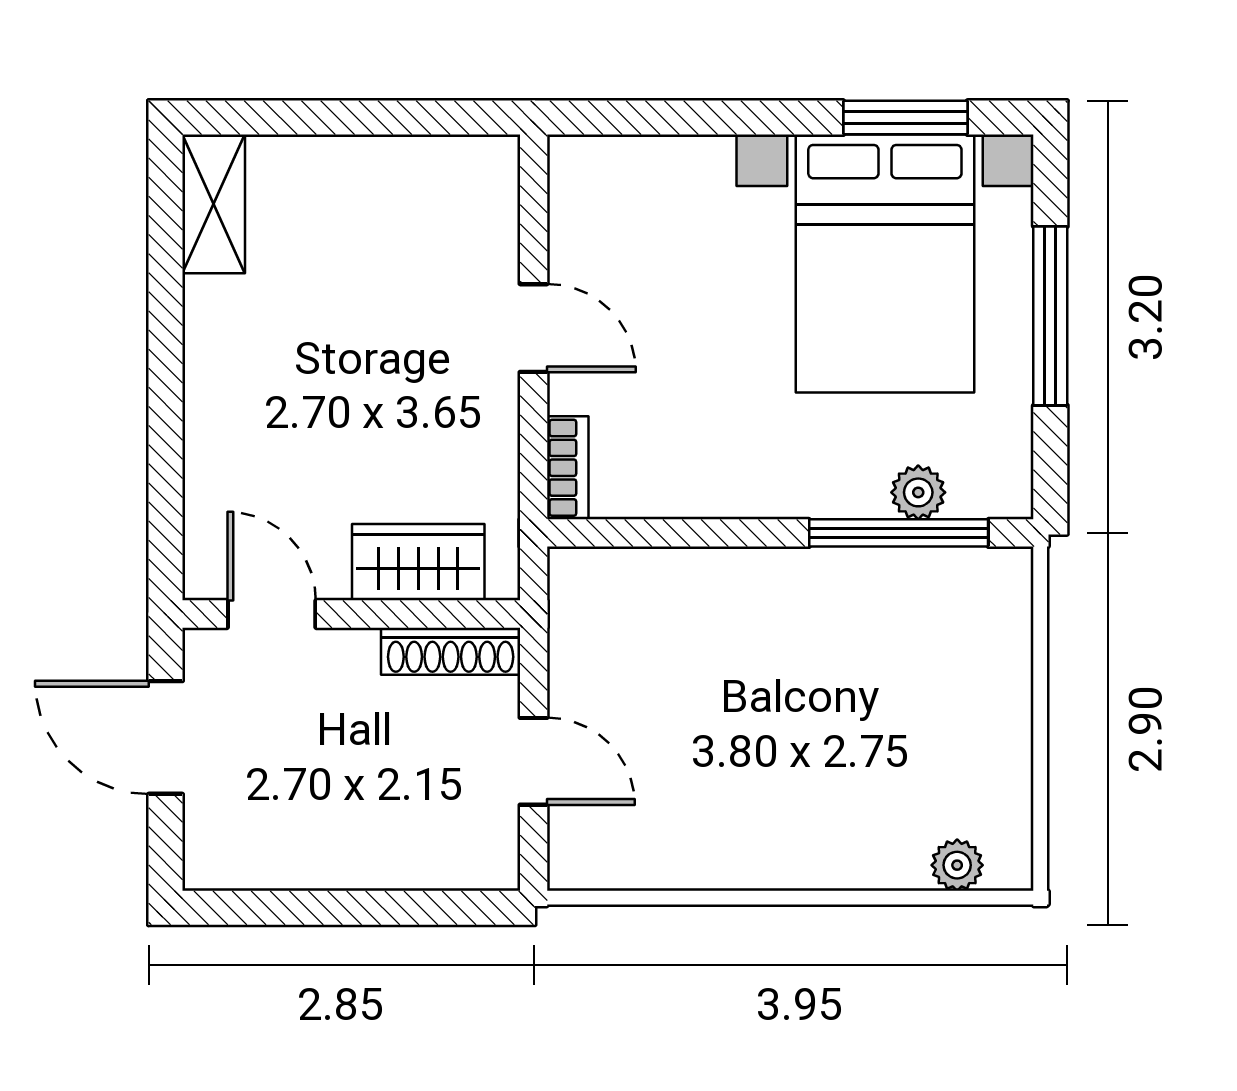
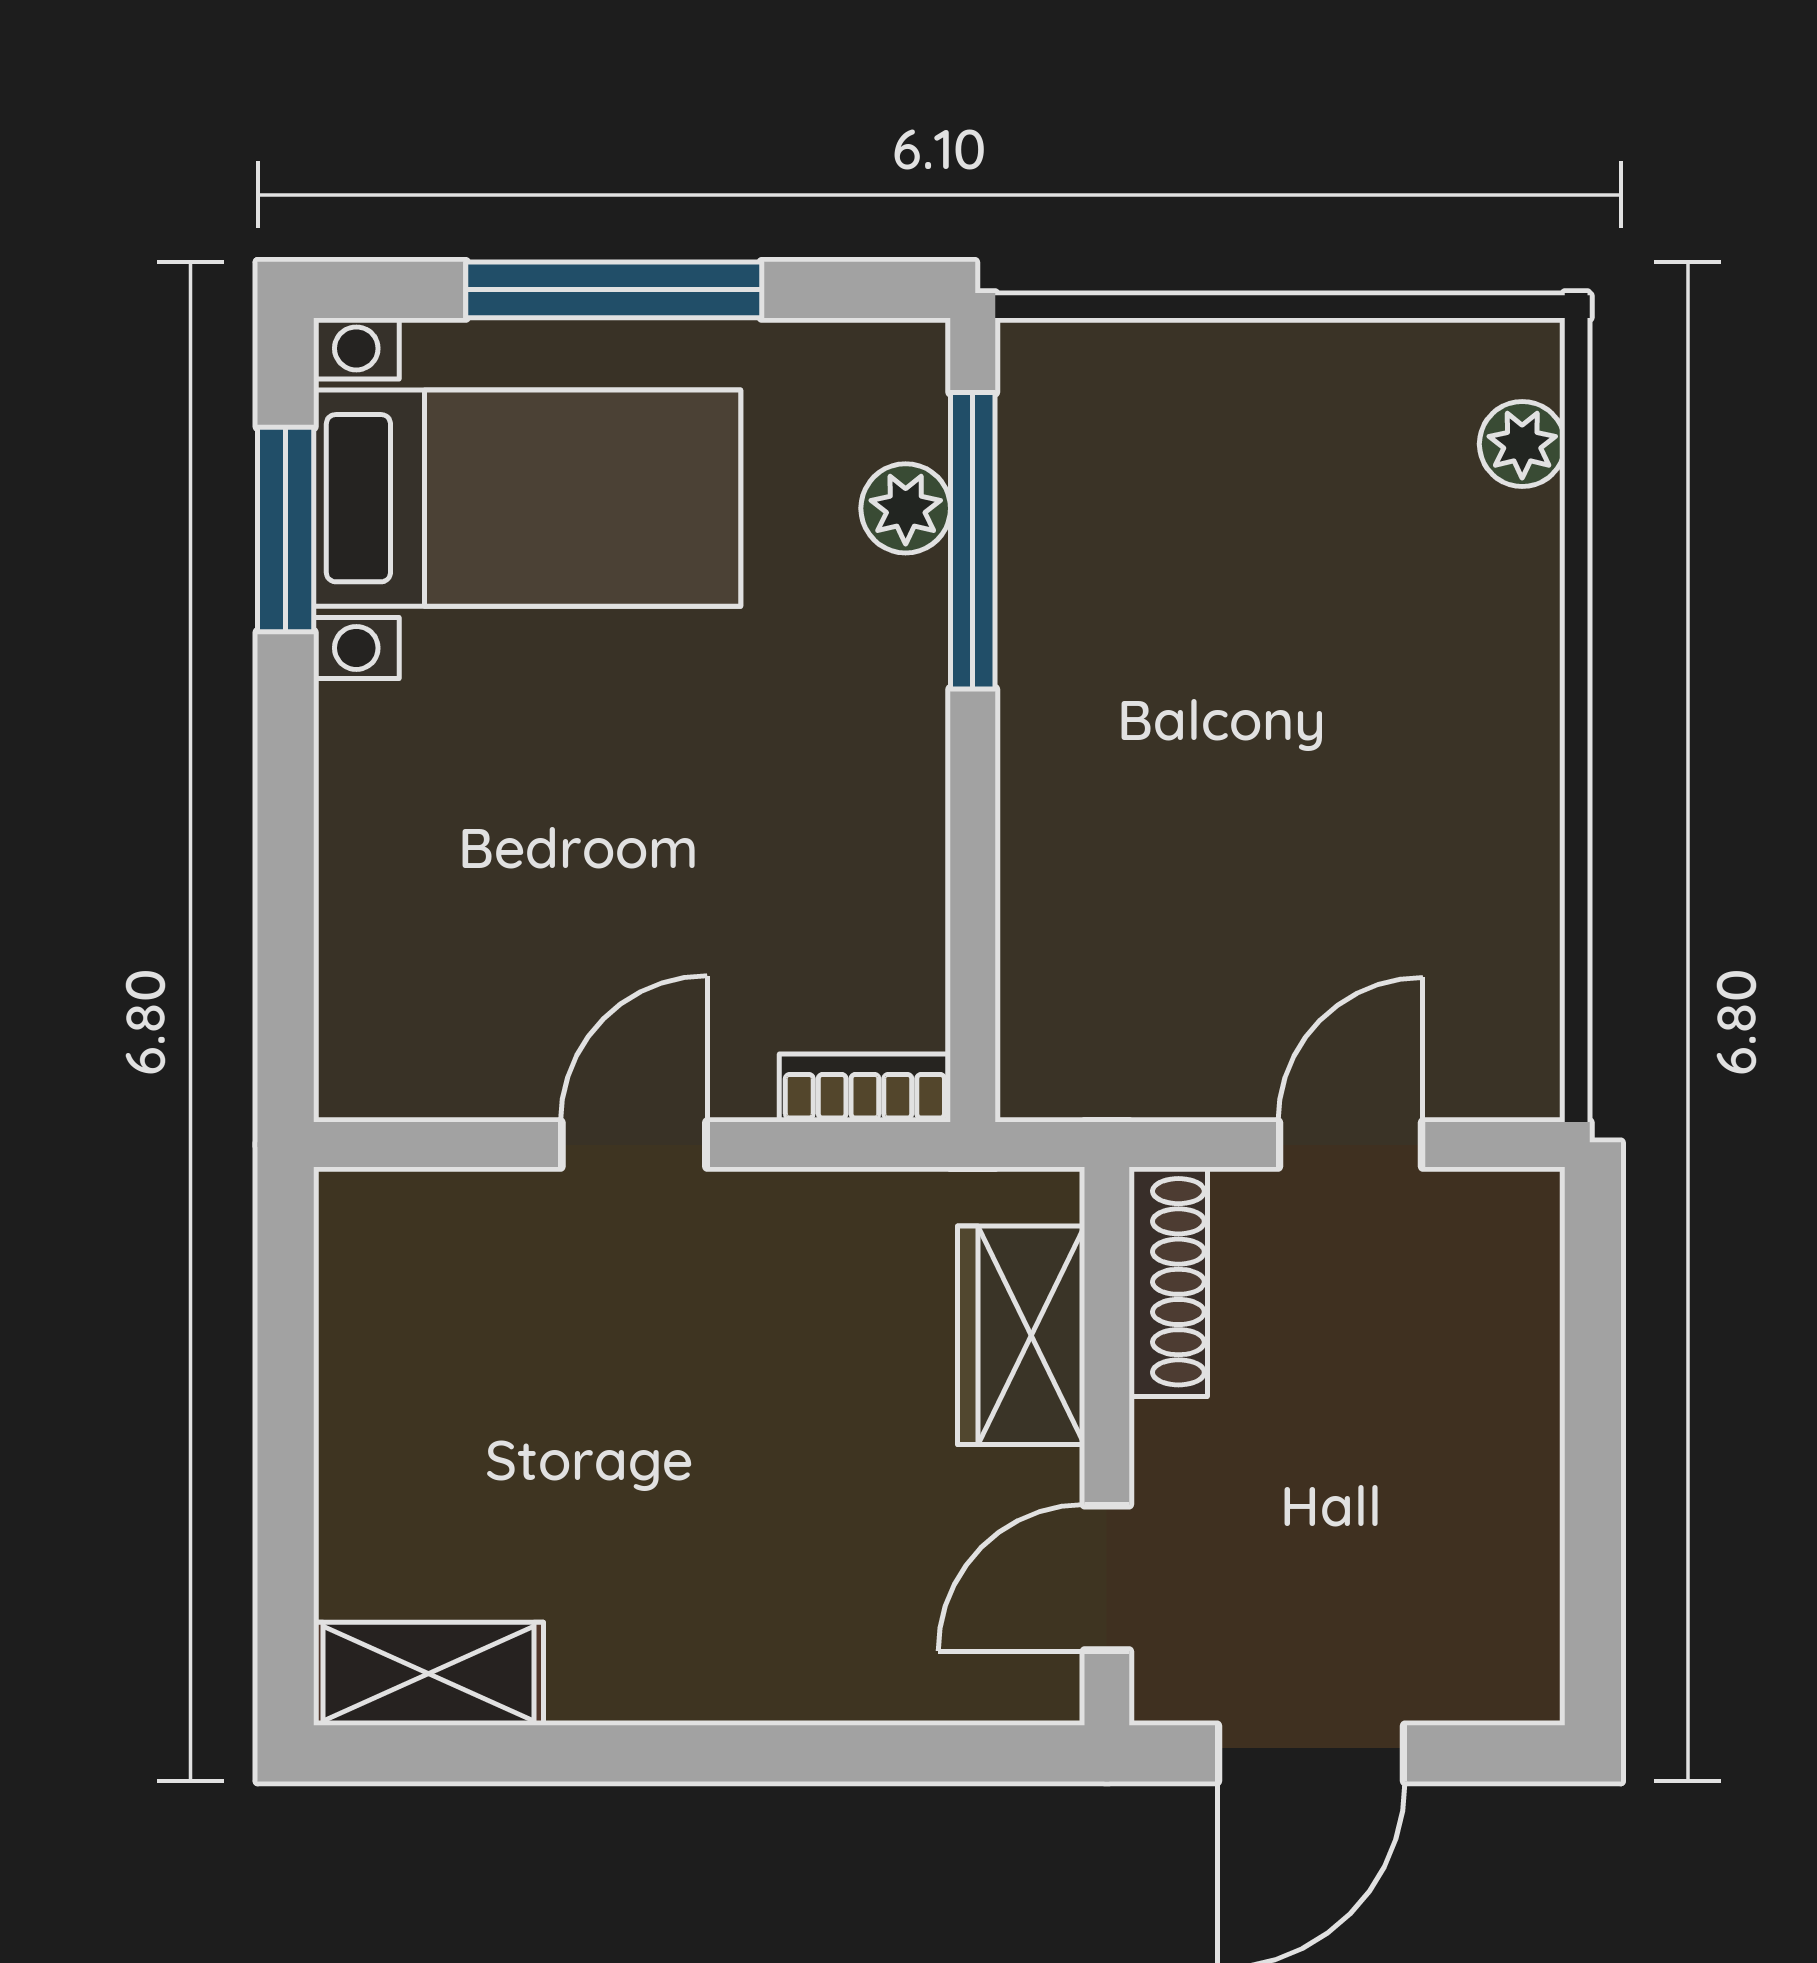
bed with nightstands: (885, 264) -> (527, 498), width x0.73

